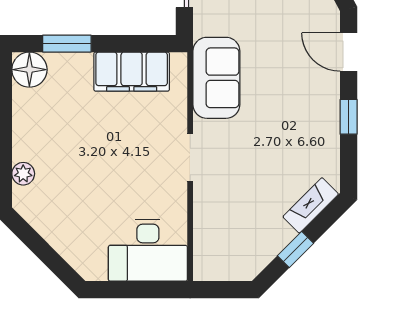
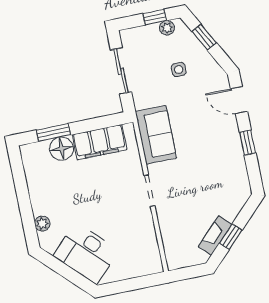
floor lamp: (29, 70) -> (61, 149), moved
fireplace: (311, 205) -> (215, 236), moved
desk: (148, 250) -> (86, 253), moved, turned 45

